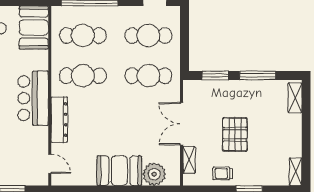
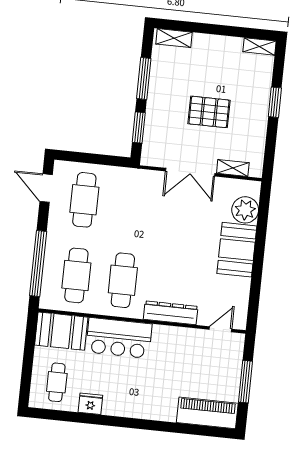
cafe table: (148, 76) -> (131, 205), removed
bar counter: (33, 98) -> (119, 338), moved
trolley: (223, 173) -> (253, 131), removed

